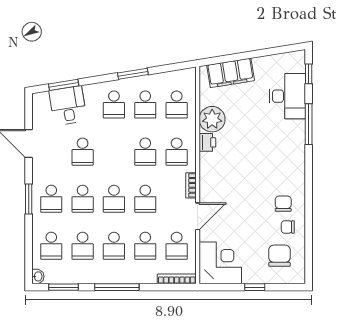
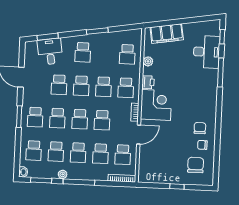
school desk: (145, 105) -> (81, 86), moved
plant: (212, 119) -> (148, 61), width x0.53, depth x0.53
corner desk: (220, 263) -> (156, 105), moved
plant: (93, 277) -> (63, 174), added

